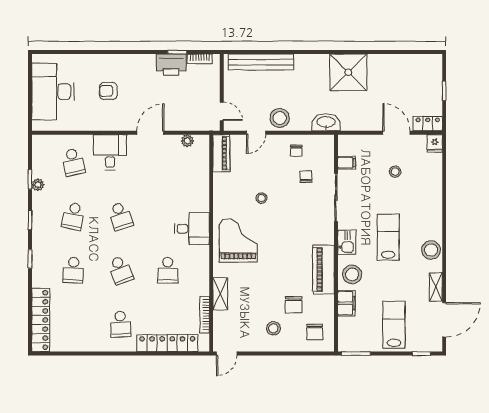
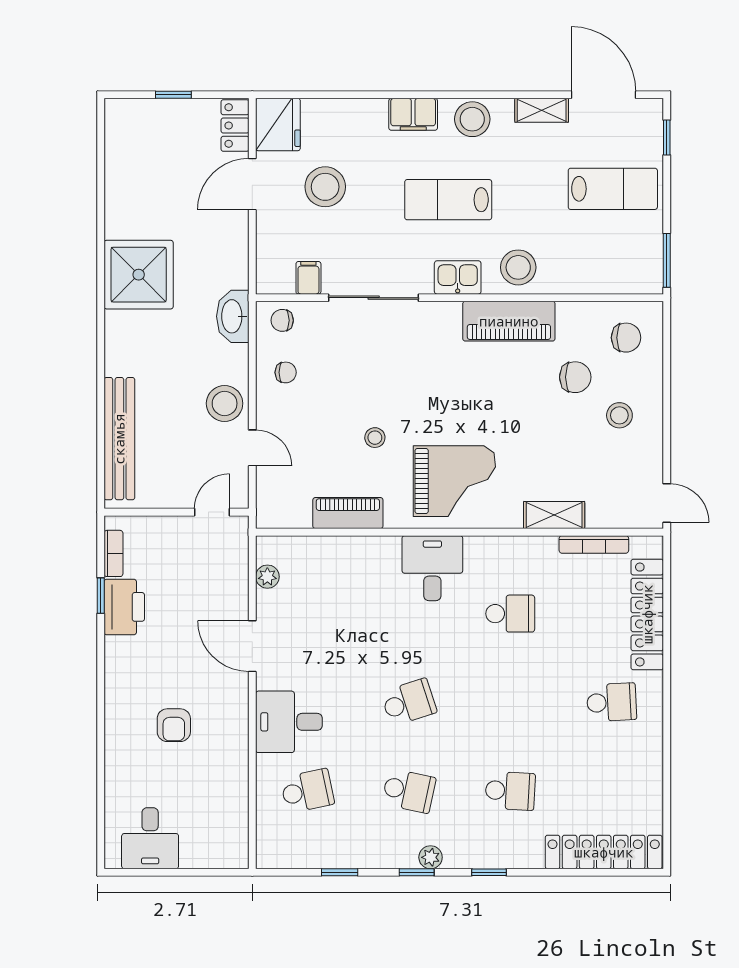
desk: (53, 92) -> (150, 838), width x0.53, depth x0.77
fridge: (435, 143) -> (278, 124), width x1.88, depth x1.34
piano: (221, 153) -> (348, 513), moved
stool: (395, 172) -> (325, 187), width x1.89, depth x1.89
chair: (306, 177) -> (282, 320), moved
plant: (38, 185) -> (431, 857), moved
grand piano: (238, 240) -> (454, 481), turned 180
school desk: (121, 270) -> (510, 702), removed
filing cabinet: (346, 303) -> (413, 114), moved, turned 180
lab bench: (394, 325) -> (613, 189), turned 180

